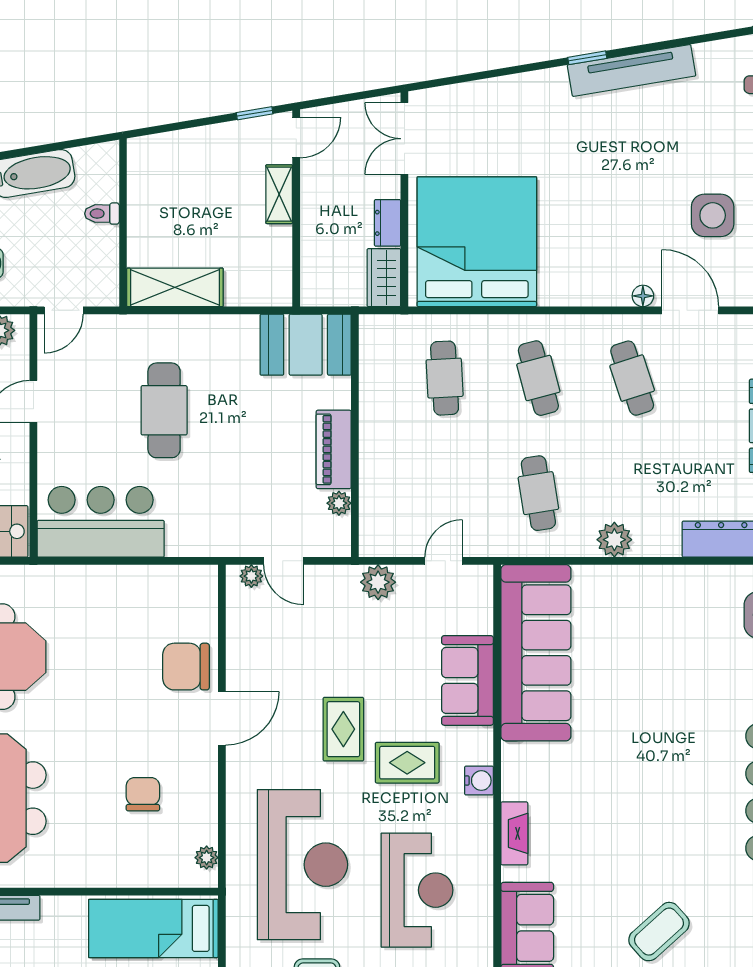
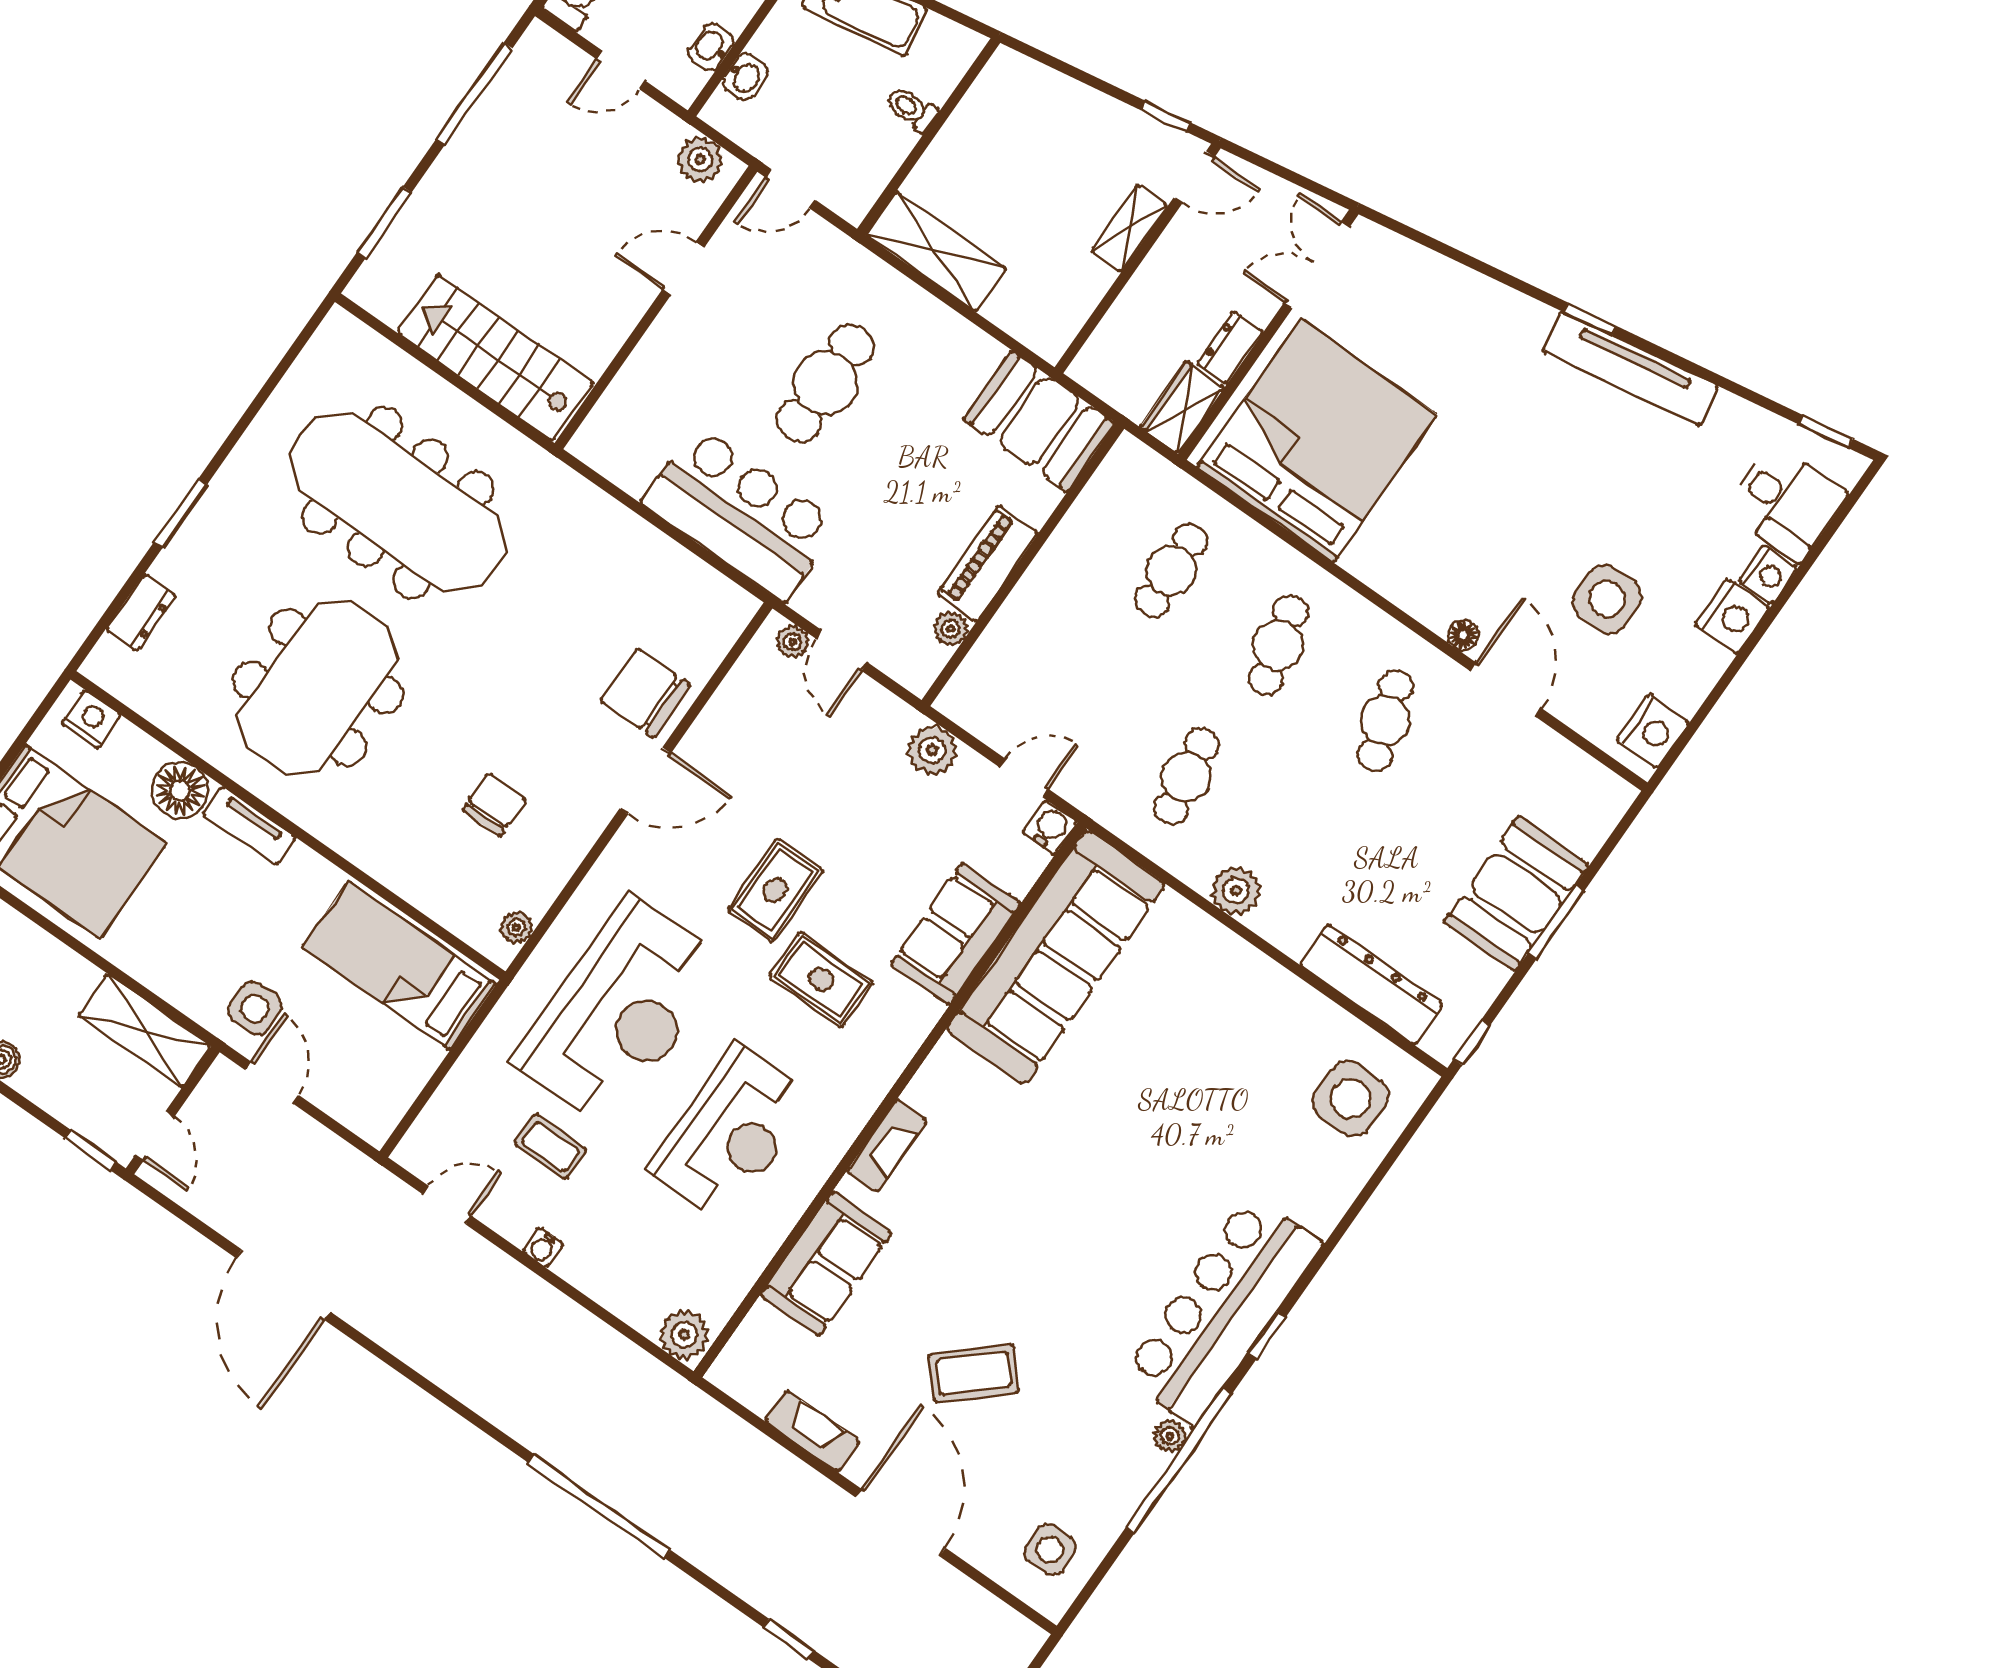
bar counter: (101, 522) -> (740, 513), moved
water cooler: (479, 781) -> (1050, 827), moved, turned -90

